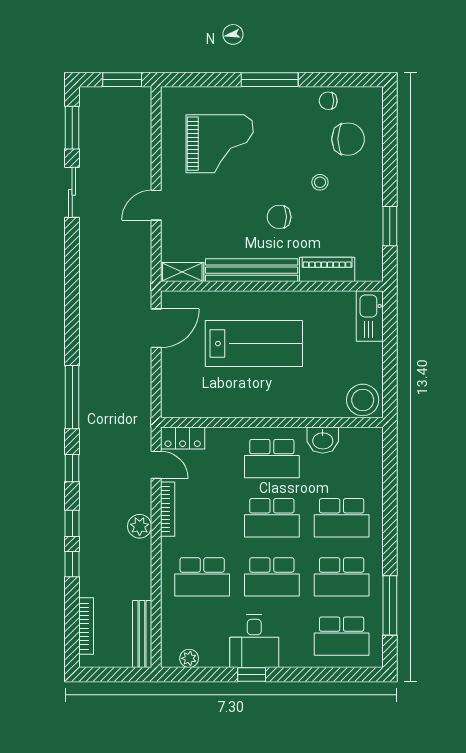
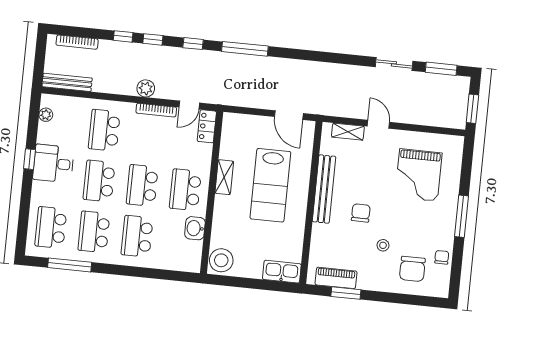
piano: (327, 269) -> (336, 278), moved, turned -90
shelving: (182, 272) -> (348, 132), moved, turned 90
shelving: (249, 407) -> (224, 177), added

